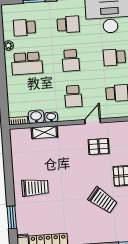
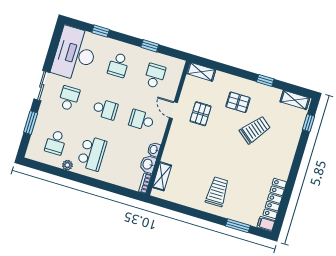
school desk: (73, 96) -> (141, 120), turned 180
shelving: (44, 132) -> (162, 176), moved

